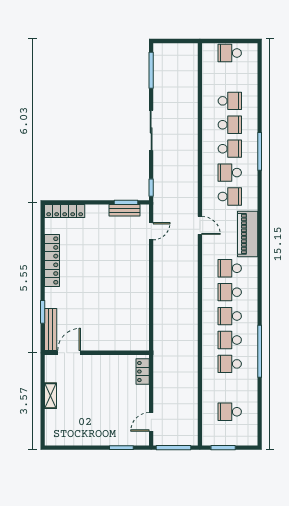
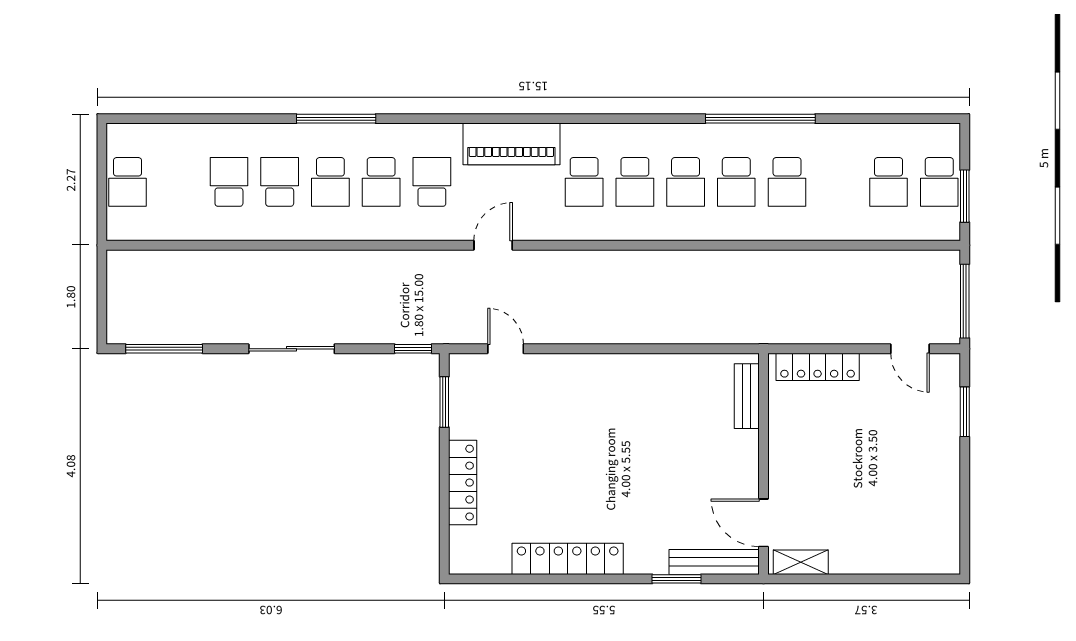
school desk: (230, 149) -> (330, 182), turned 180
bench: (124, 210) -> (747, 396), moved
locker: (65, 211) -> (463, 483), moved
locker: (143, 372) -> (818, 367), width x1.53
shelving: (51, 396) -> (801, 562), moved
school desk: (230, 436) -> (939, 182), added

